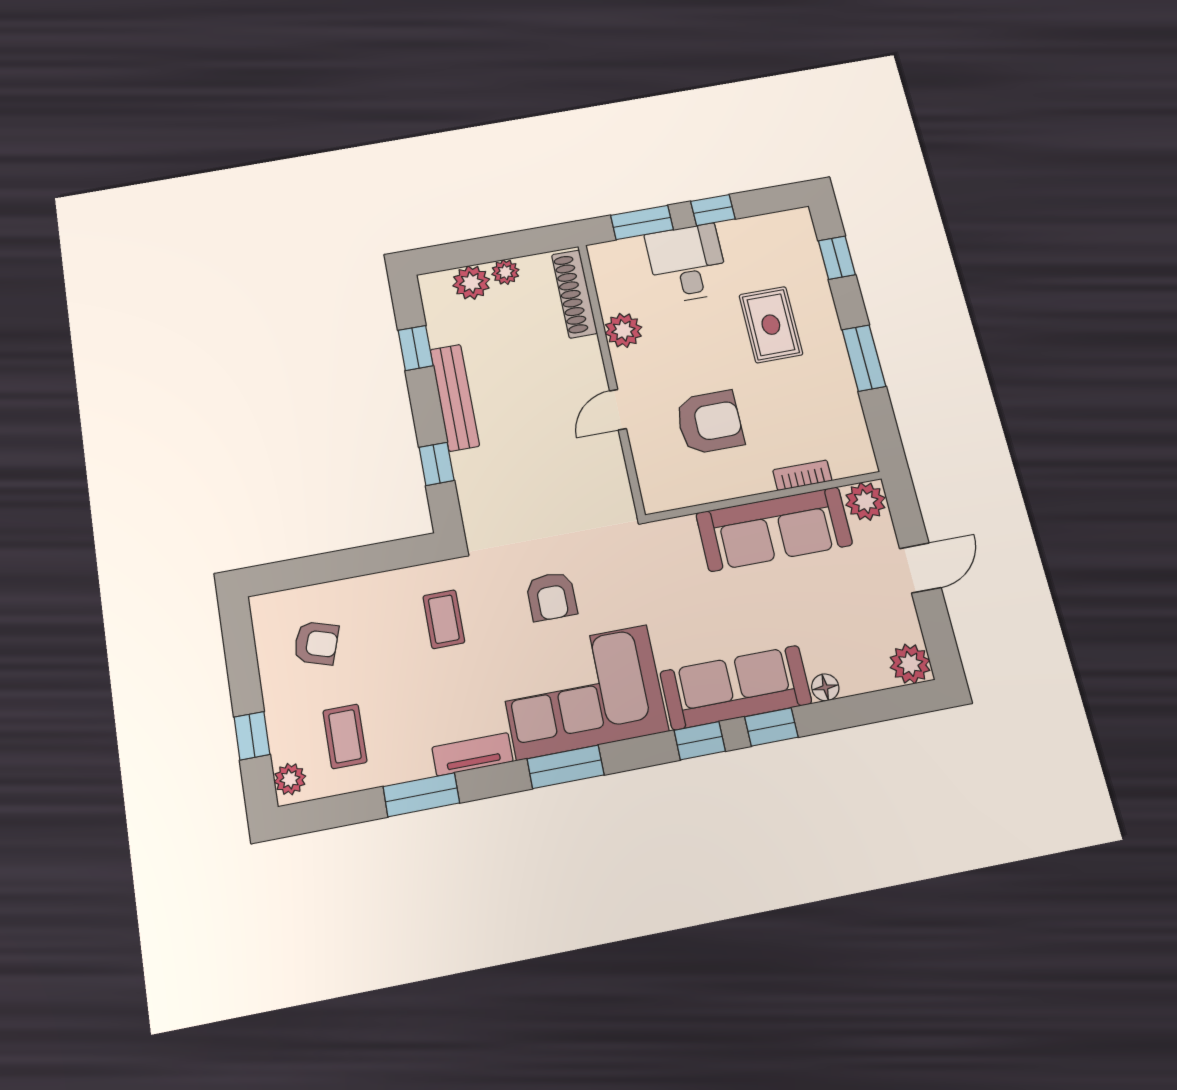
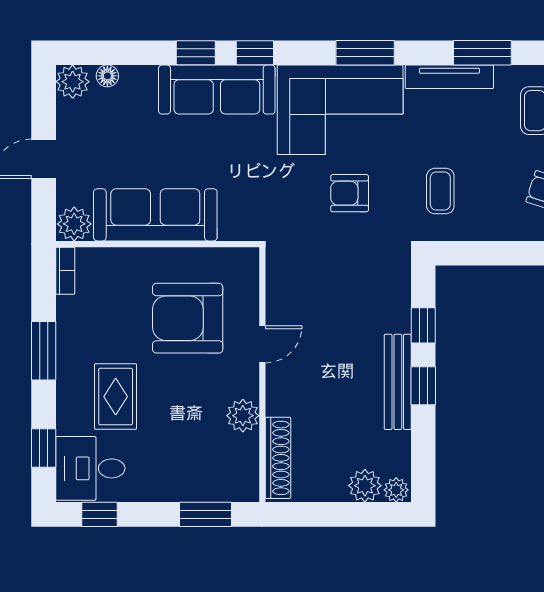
window: (713, 210) -> (99, 514), moved
desk: (687, 263) -> (90, 468), moved, turned 90
plant: (505, 272) -> (396, 490), moved
window: (415, 348) -> (423, 386), moved
armchair: (710, 422) -> (188, 318), width x1.36, depth x1.36
bookcase: (802, 475) -> (65, 271), moved, turned -90
armchair: (551, 596) -> (350, 193), turned -90
floor lamp: (825, 687) -> (107, 76), moved
tv unit: (472, 754) -> (449, 77), width x1.41

